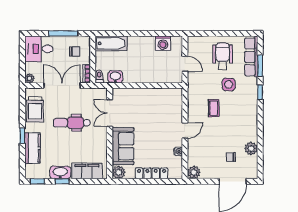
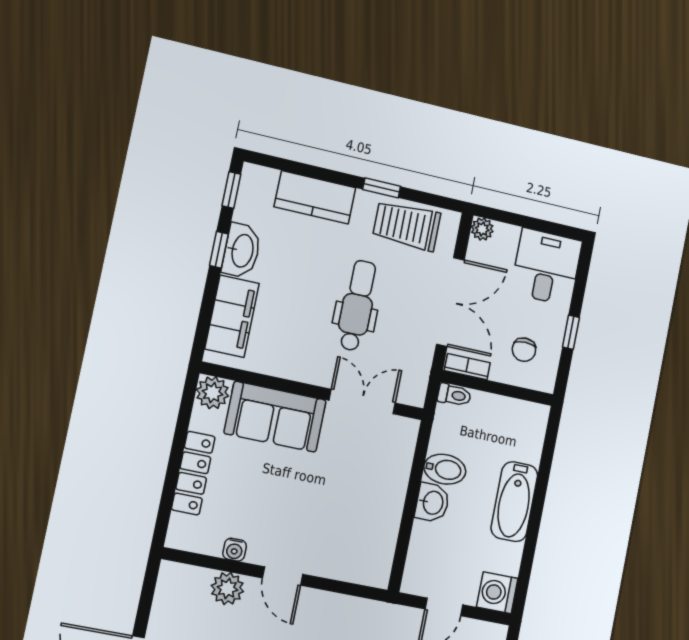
window: (63, 33) -> (571, 332), width x0.46
bathtub: (111, 43) -> (514, 502), moved
washing machine: (163, 43) -> (497, 593), moved
bidet: (130, 74) -> (445, 469), added
washbasin: (115, 77) -> (432, 503), moved
window: (22, 136) -> (382, 188), moved
plant: (194, 172) -> (227, 588), moved

